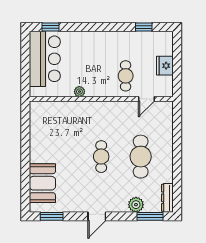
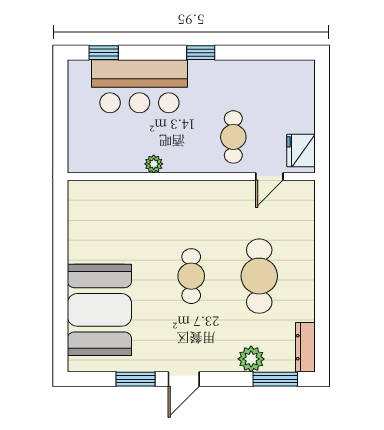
window: (144, 27) -> (201, 53), moved
bar counter: (45, 59) -> (139, 86), moved, turned 90
fridge: (165, 66) -> (301, 150), moved
booth: (42, 183) -> (99, 310), width x1.36, depth x1.42
window: (52, 216) -> (136, 379), moved

